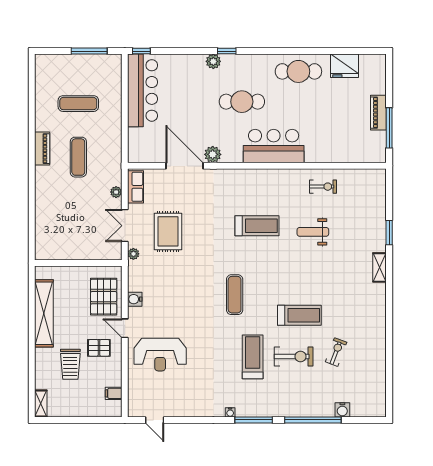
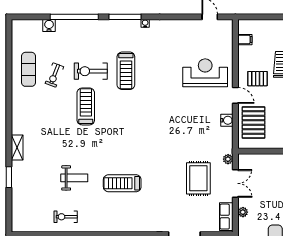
exercise mat: (235, 295) -> (28, 69), moved
treadmill: (299, 315) -> (86, 106), turned 90

